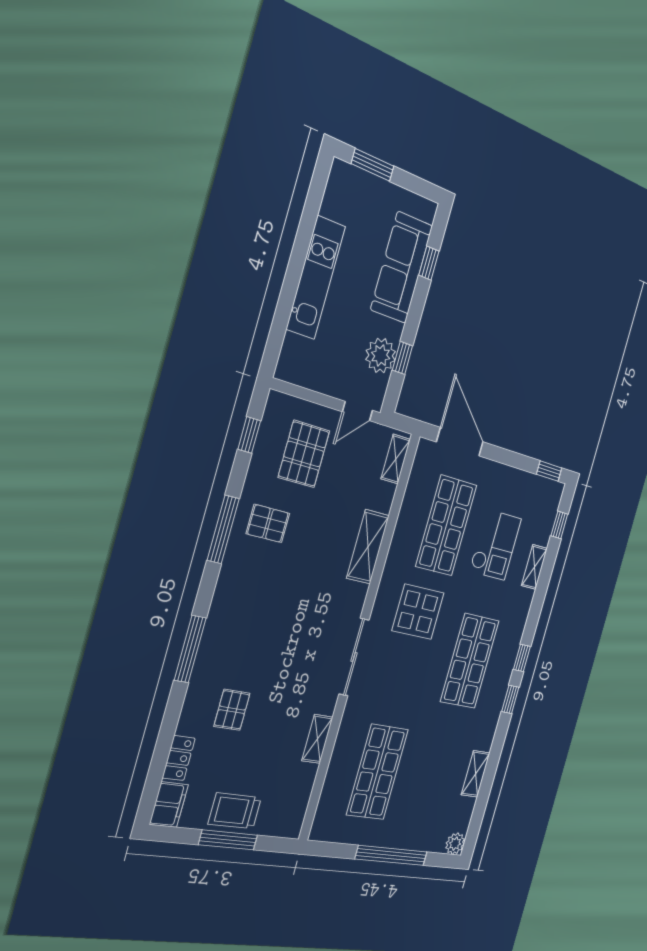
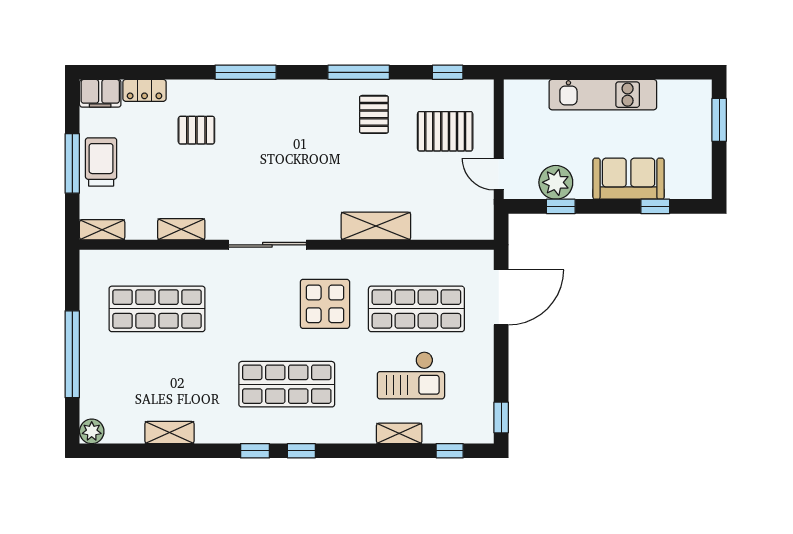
sofa: (402, 268) -> (629, 179), width x0.73
shelving: (396, 459) -> (102, 230), moved

